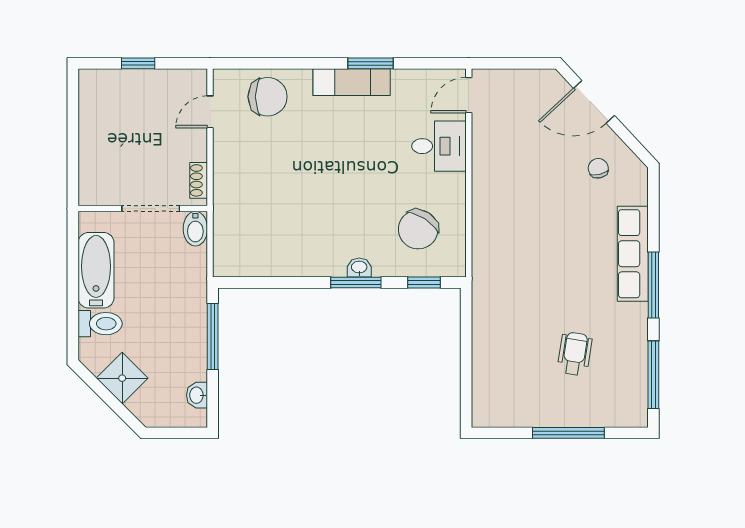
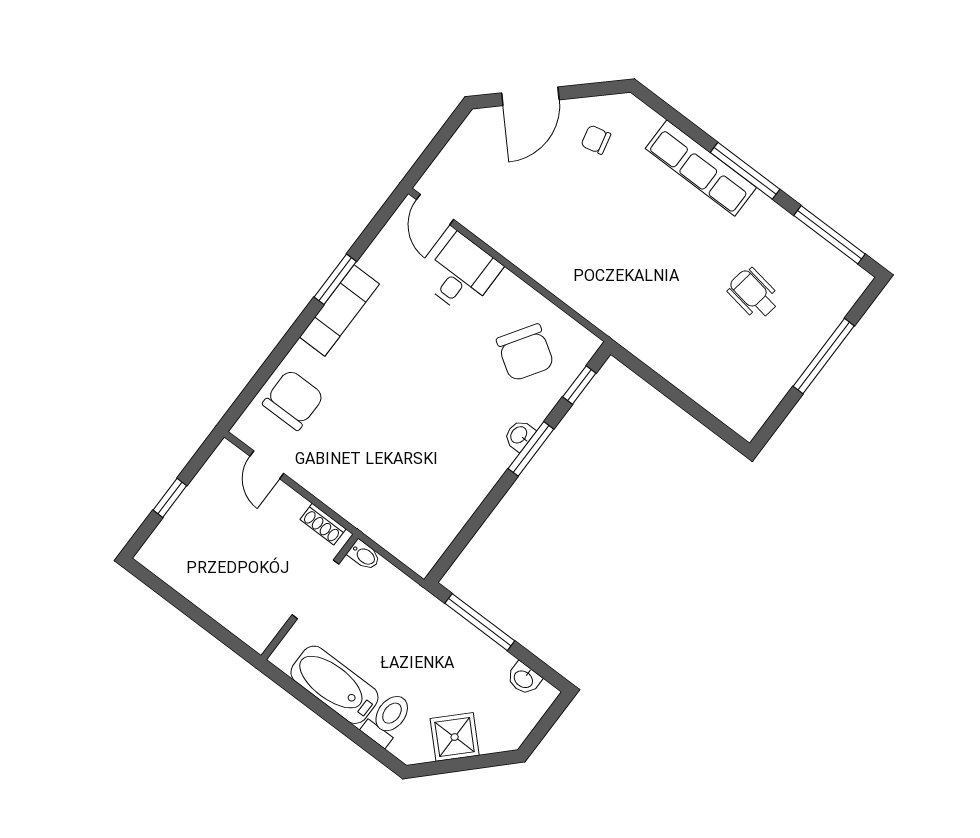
bidet: (195, 229) -> (364, 555), width x0.72, depth x0.74

